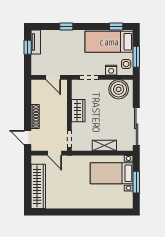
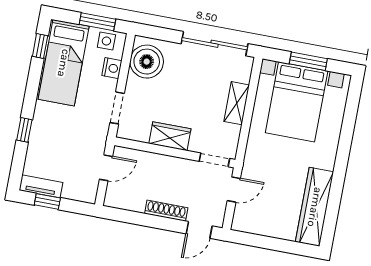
bed with nightstands: (112, 173) -> (297, 102), width x1.36
wardrobe: (38, 186) -> (315, 207), moved, turned -90

